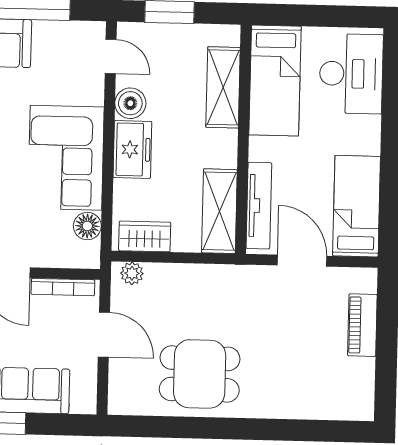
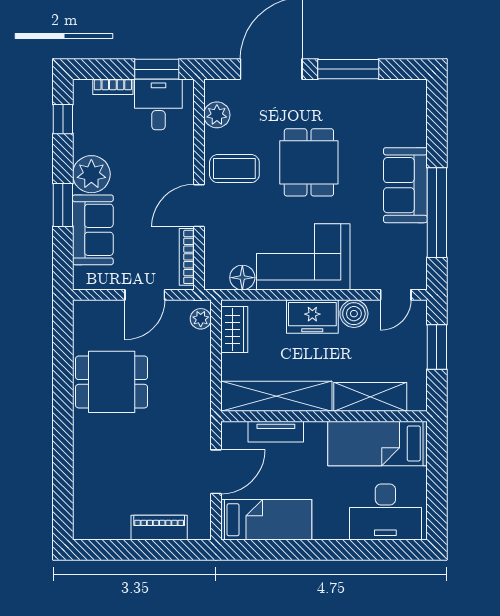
tv unit: (259, 206) -> (276, 432), width x0.71
shelving: (219, 211) -> (276, 396), width x1.47
dining table: (200, 374) -> (112, 382), turned 90

